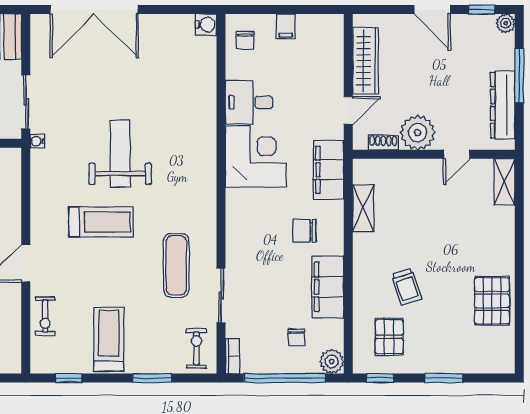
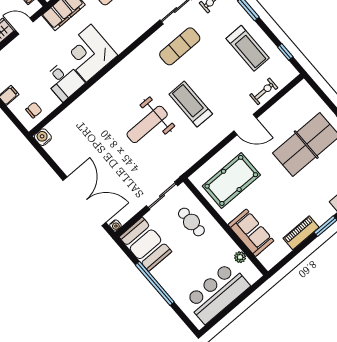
water cooler: (37, 141) -> (115, 226), moved
treadmill: (109, 339) -> (248, 48), turned -90

